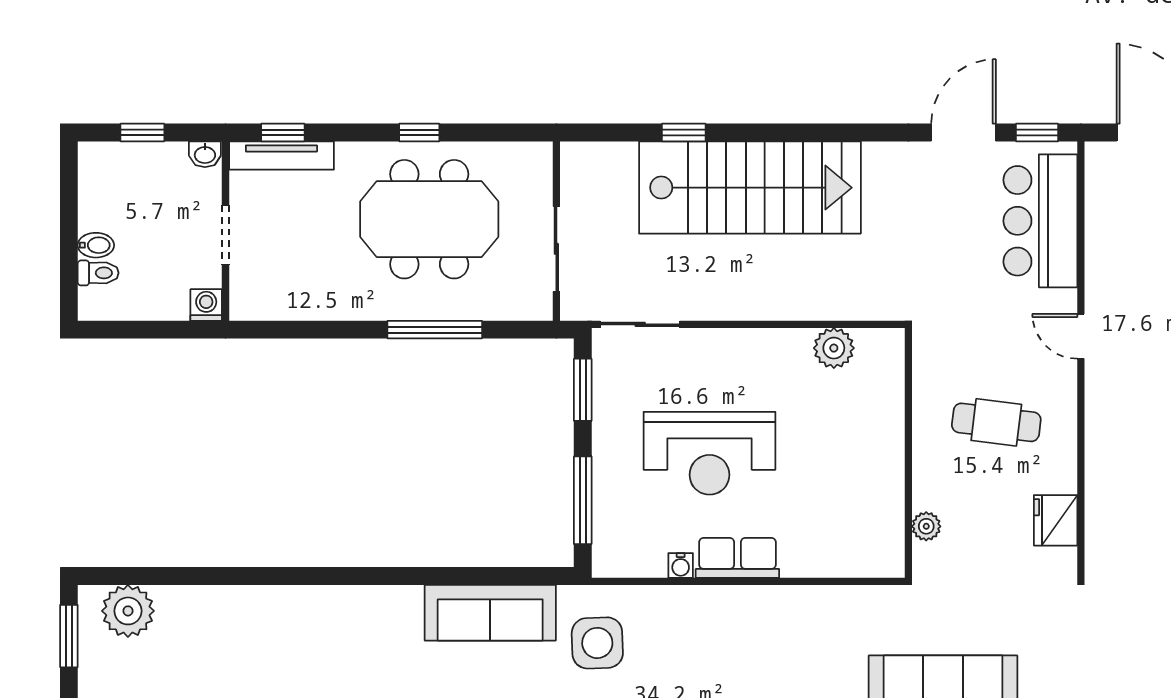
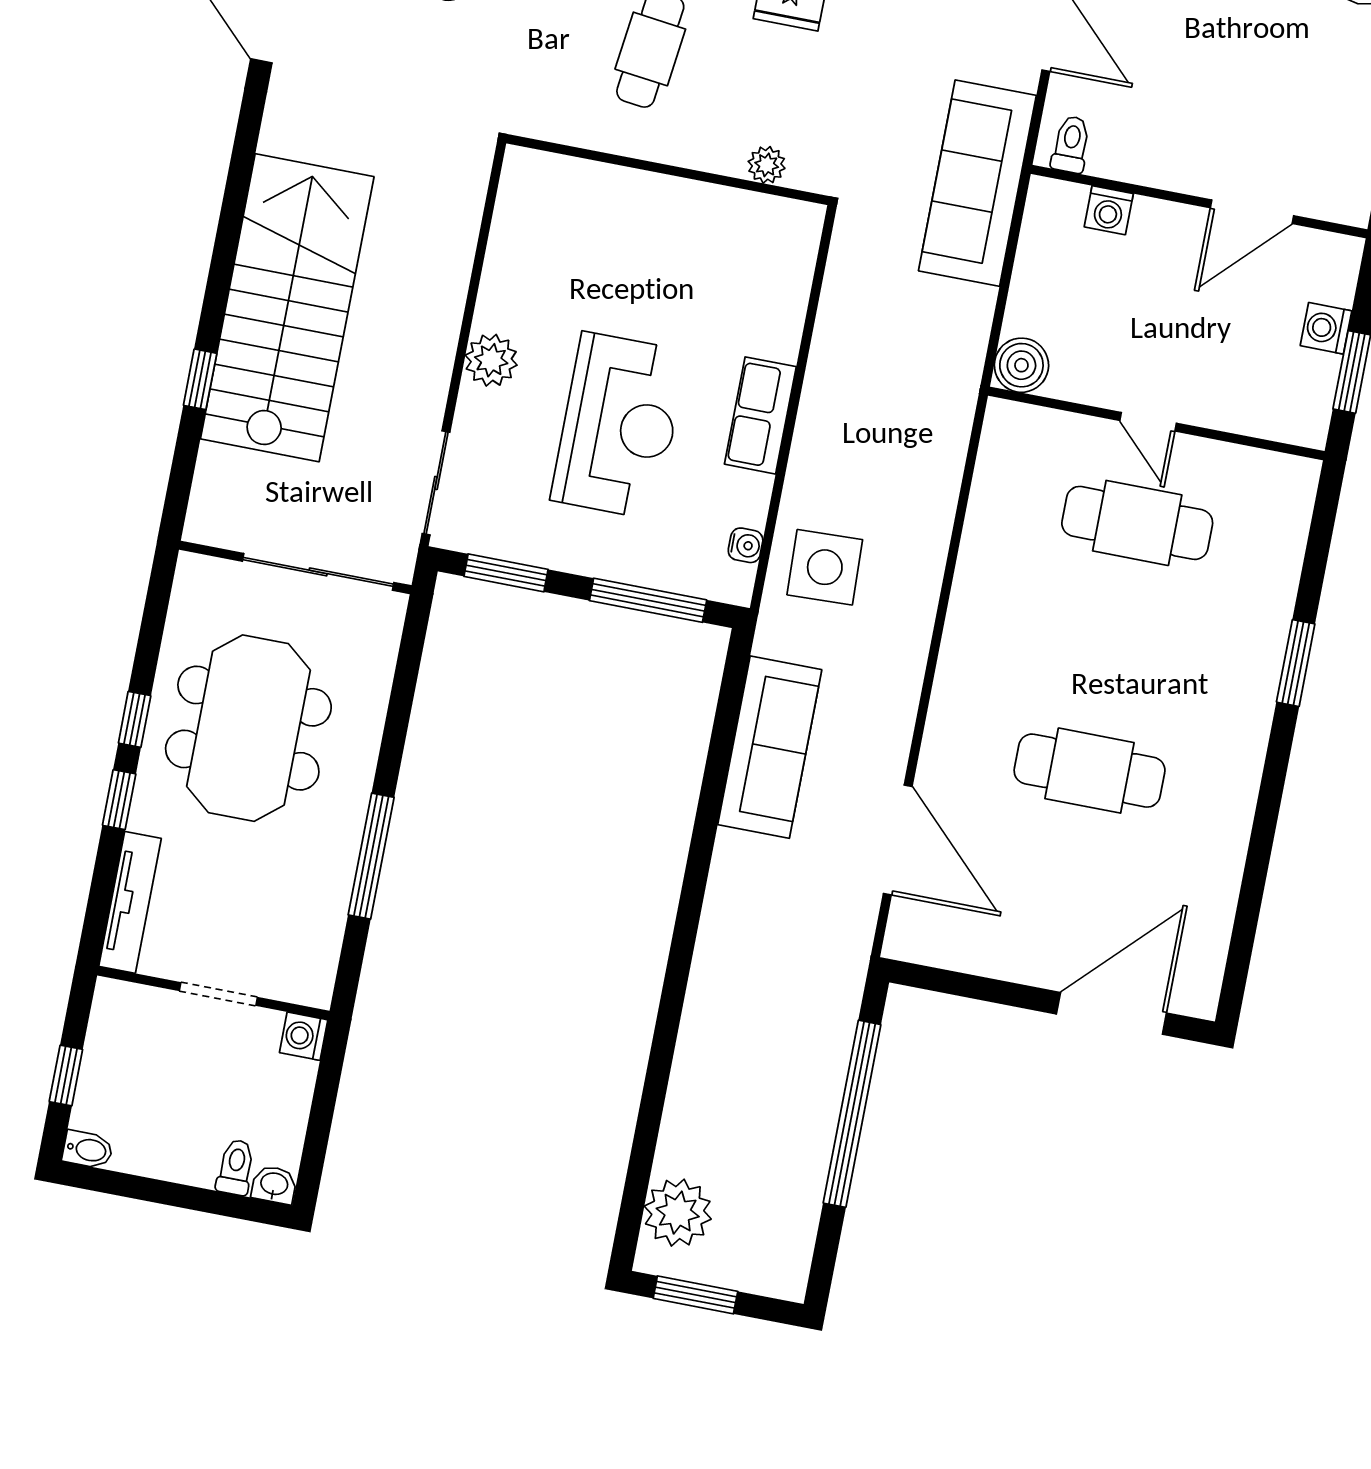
window: (283, 133) -> (119, 800), moved
washbasin: (205, 154) -> (274, 1185), moved, turned -90
bidet: (96, 245) -> (88, 1150), moved, turned 90
sliding door: (556, 249) -> (318, 572), width x1.37
window: (435, 330) -> (371, 856), moved
plant: (834, 348) -> (491, 360), moved
water cooler: (681, 565) -> (746, 545), moved
side table: (597, 643) -> (825, 567), moved

